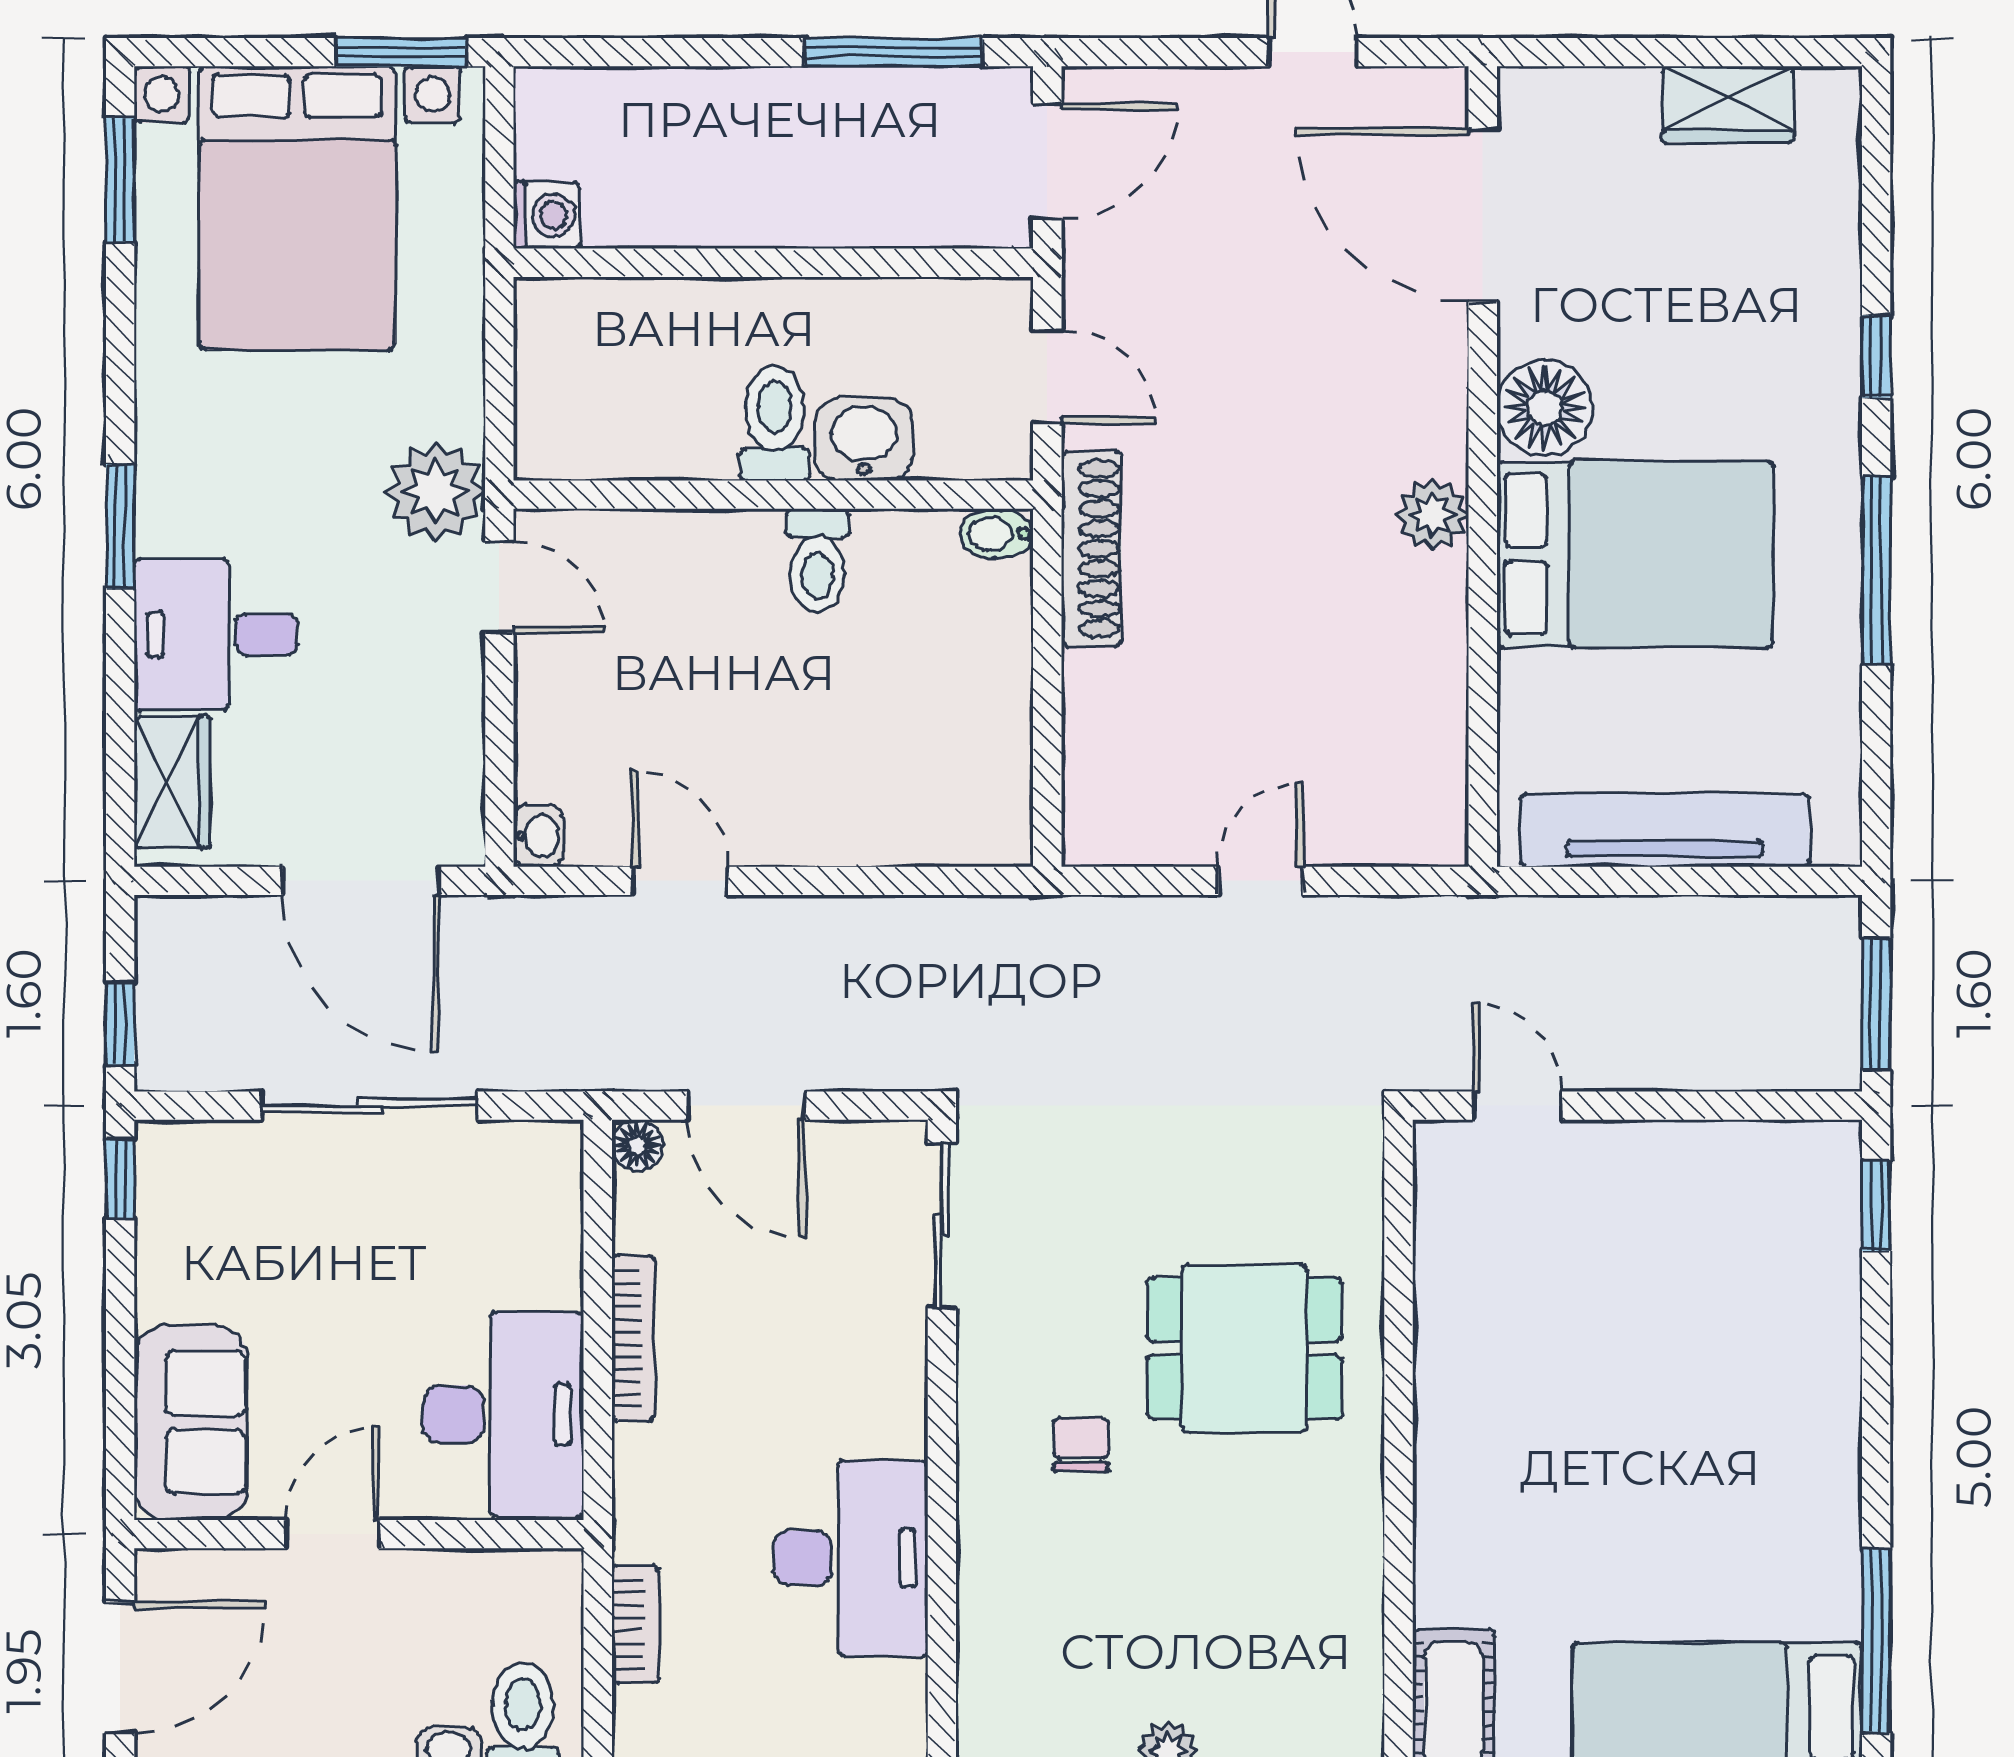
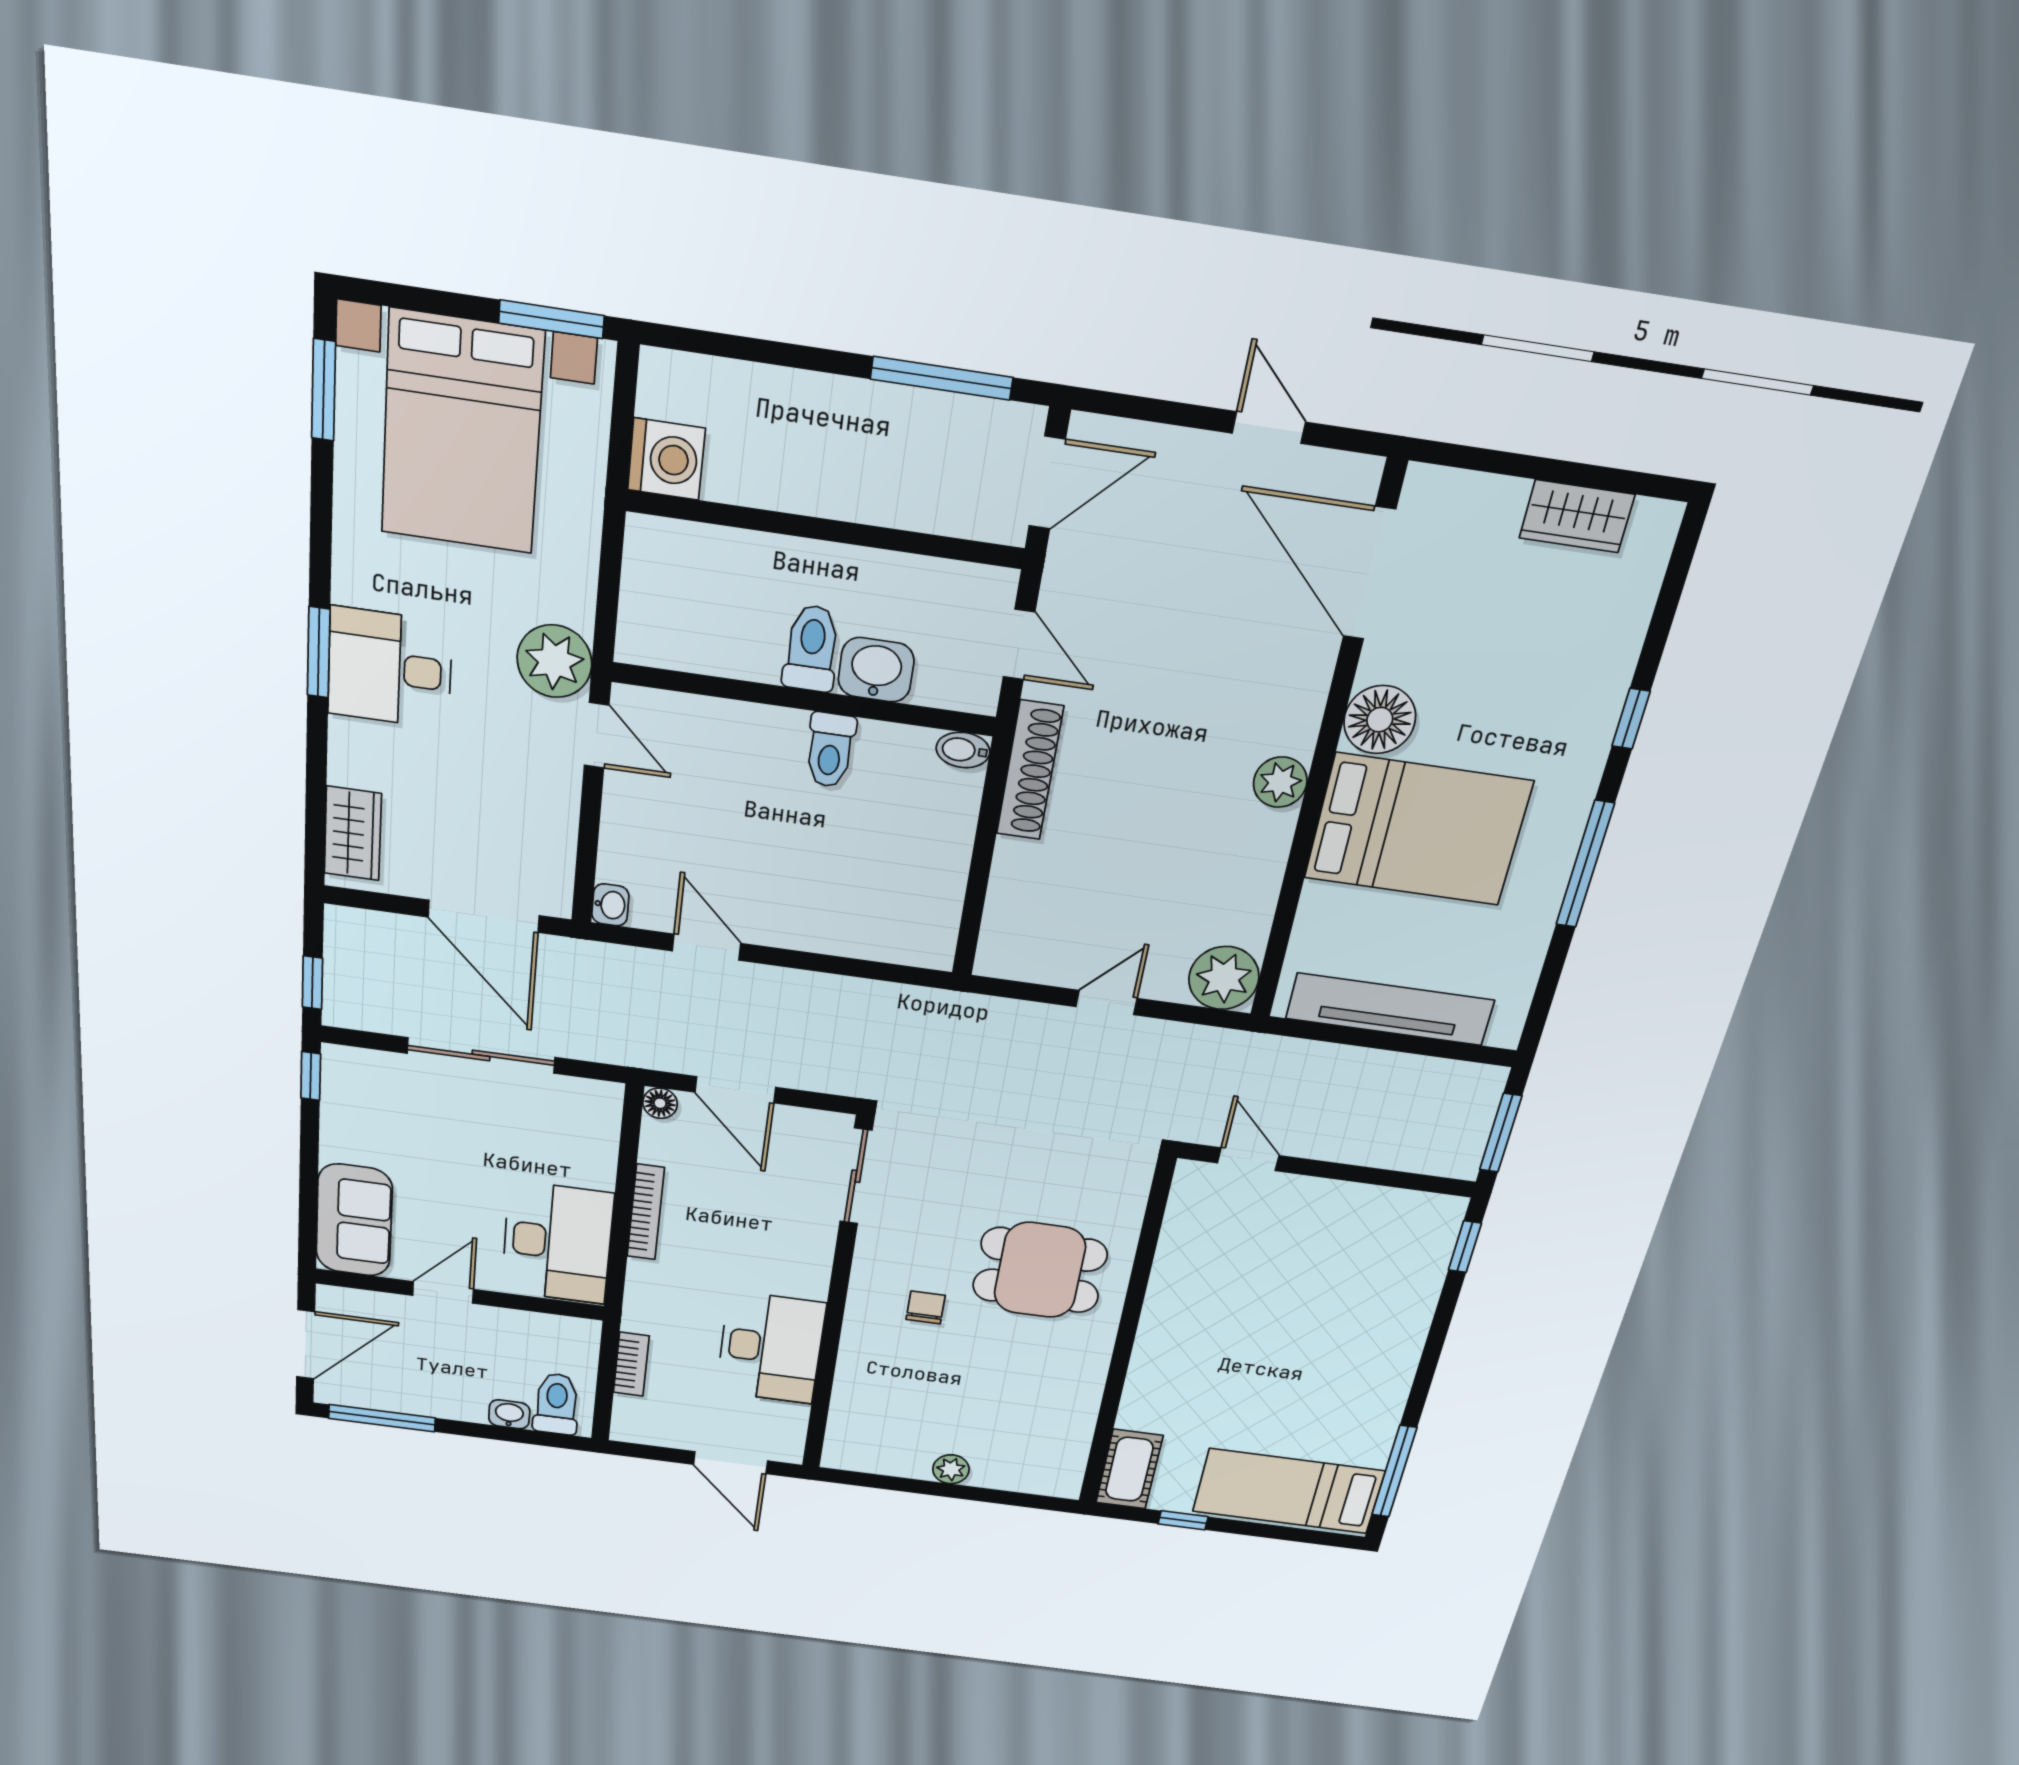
washing machine: (547, 215) -> (666, 459), width x1.38, depth x1.38
desk: (216, 635) -> (390, 668), moved
plant: (1419, 817) -> (1224, 978), added

